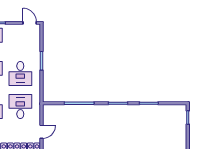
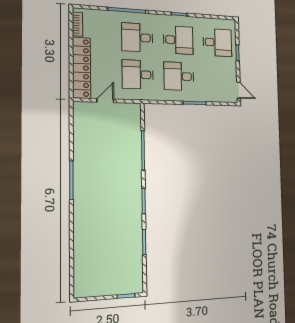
door: (30, 23) -> (239, 90), hinge flipped
desk: (20, 107) -> (138, 74), turned 180
door: (41, 132) -> (105, 101), swing flipped

